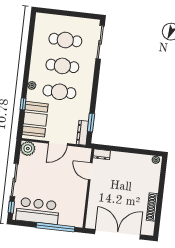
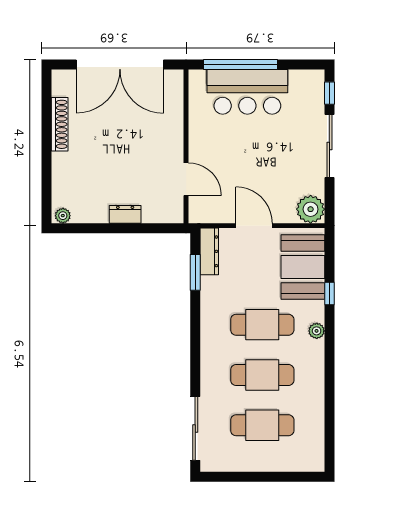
door: (58, 143) -> (254, 226), hinge flipped
dresser: (102, 154) -> (125, 214), moved
bar counter: (38, 211) -> (247, 92), moved

